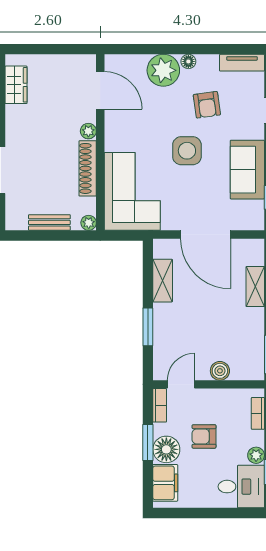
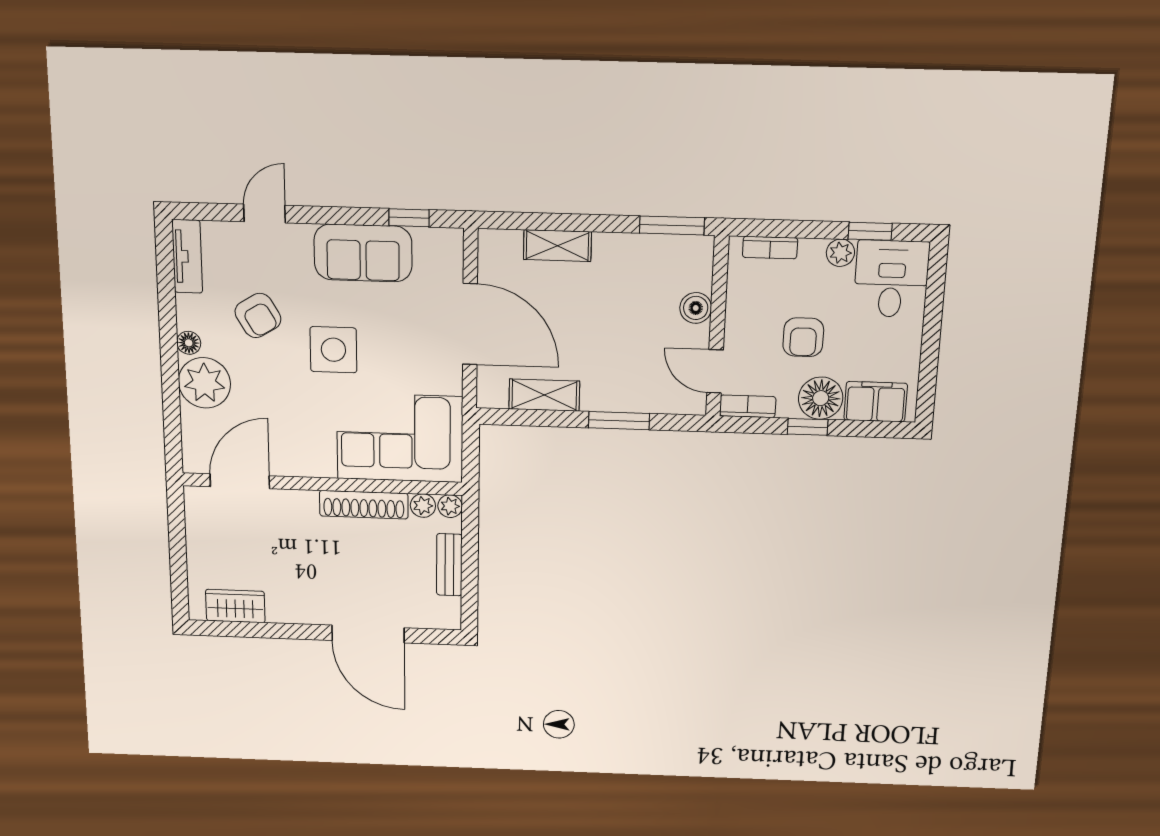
armchair: (207, 105) -> (258, 316), turned 67
plant: (88, 131) -> (423, 506), moved
door: (206, 234) -> (470, 324), hinge flipped
window: (148, 443) -> (808, 427), width x0.67

